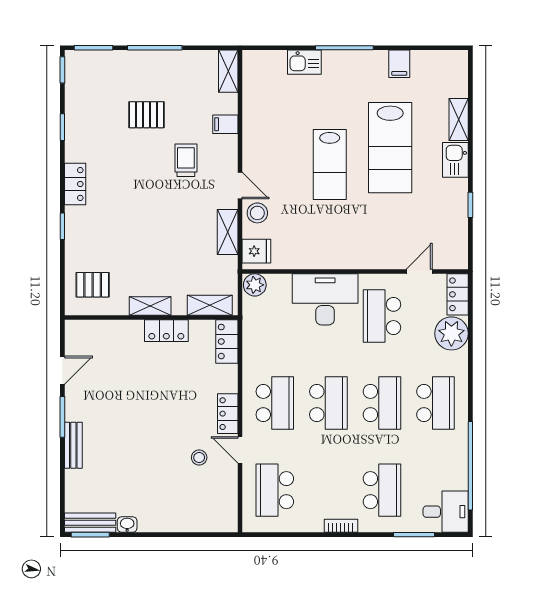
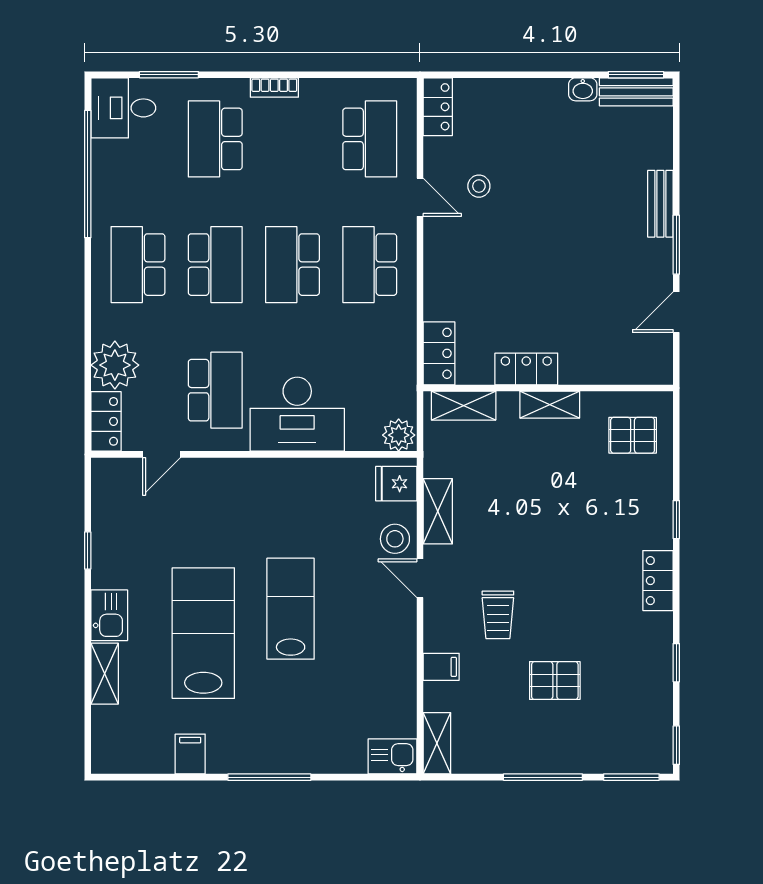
kitchen sink: (304, 62) -> (393, 756), moved
school desk: (382, 403) -> (215, 265), turned 180
locker: (228, 414) -> (438, 107), moved

